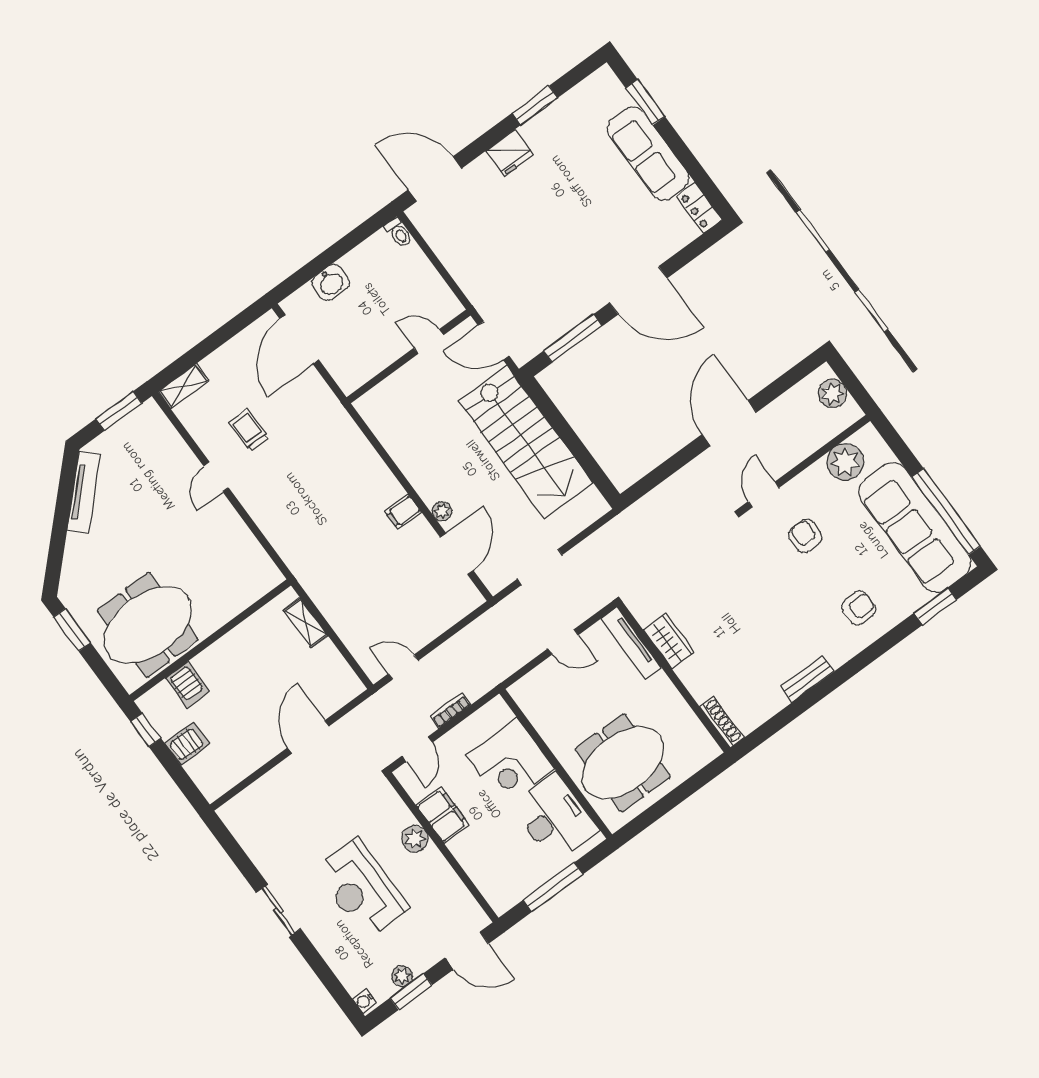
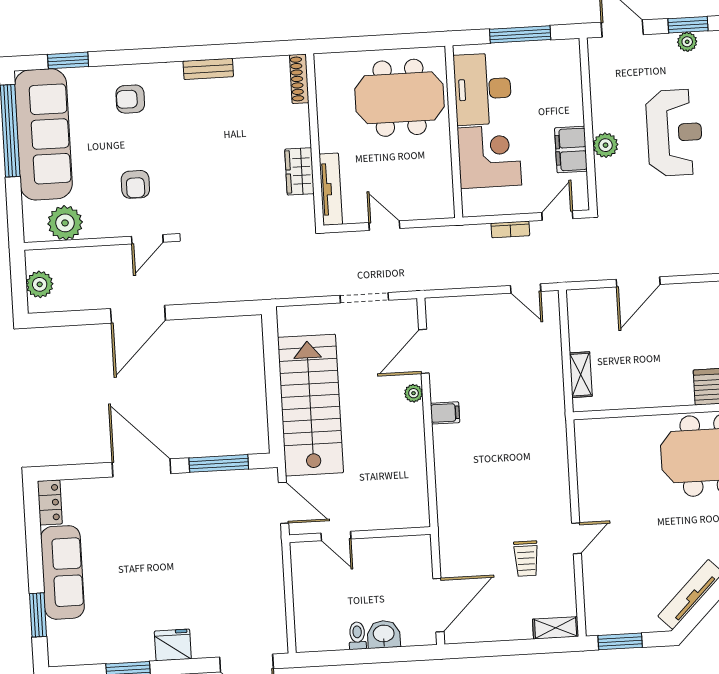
toilet: (399, 233) -> (357, 636), moved

